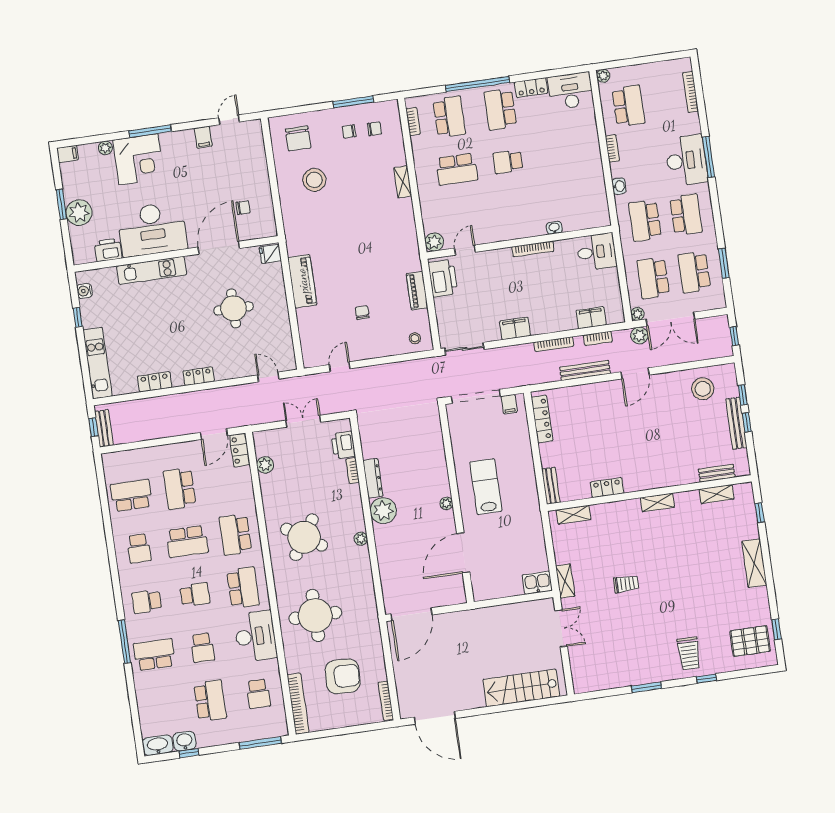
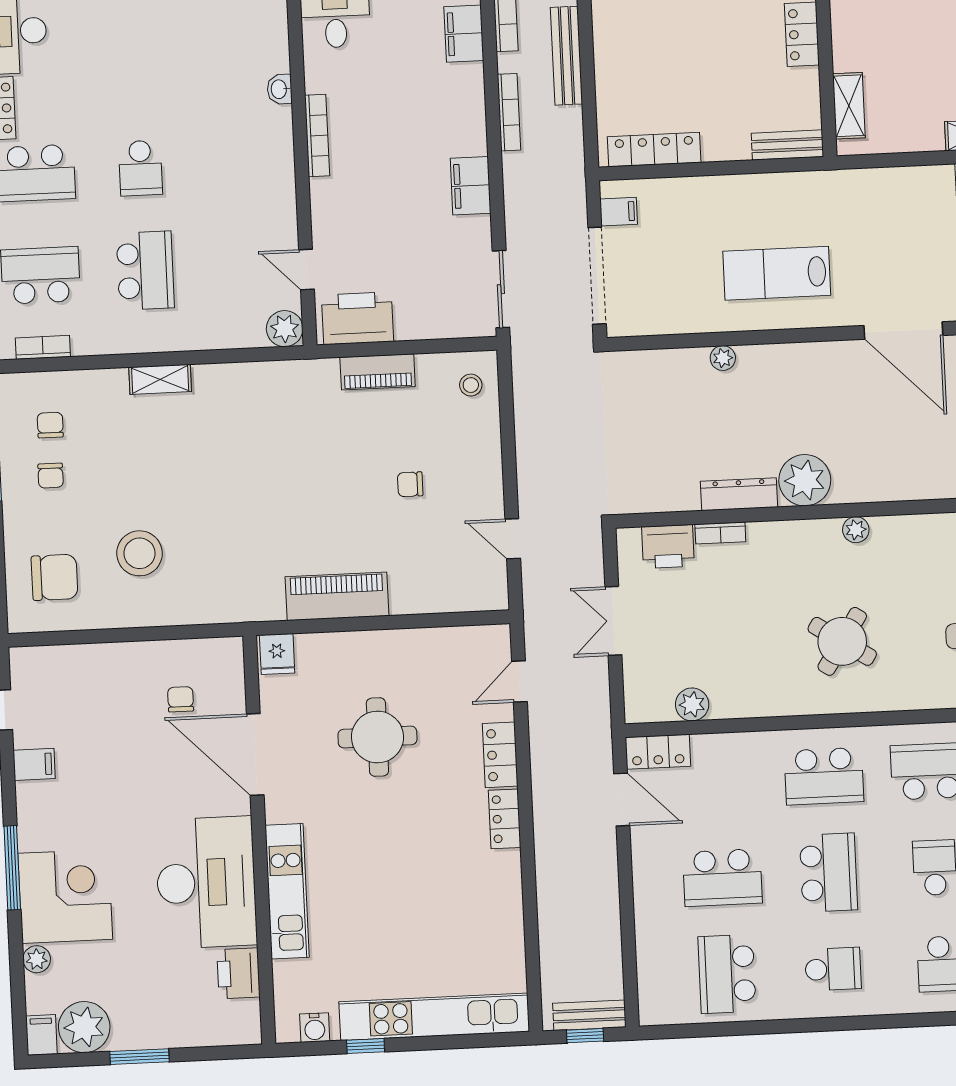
plant: (79, 213) -> (84, 1027), moved
kitchen unit: (98, 363) -> (434, 1017), width x1.36
locker: (155, 382) -> (500, 755), moved
plant: (446, 503) -> (723, 358), moved
round table: (304, 537) -> (842, 641), width x0.73, depth x0.73

